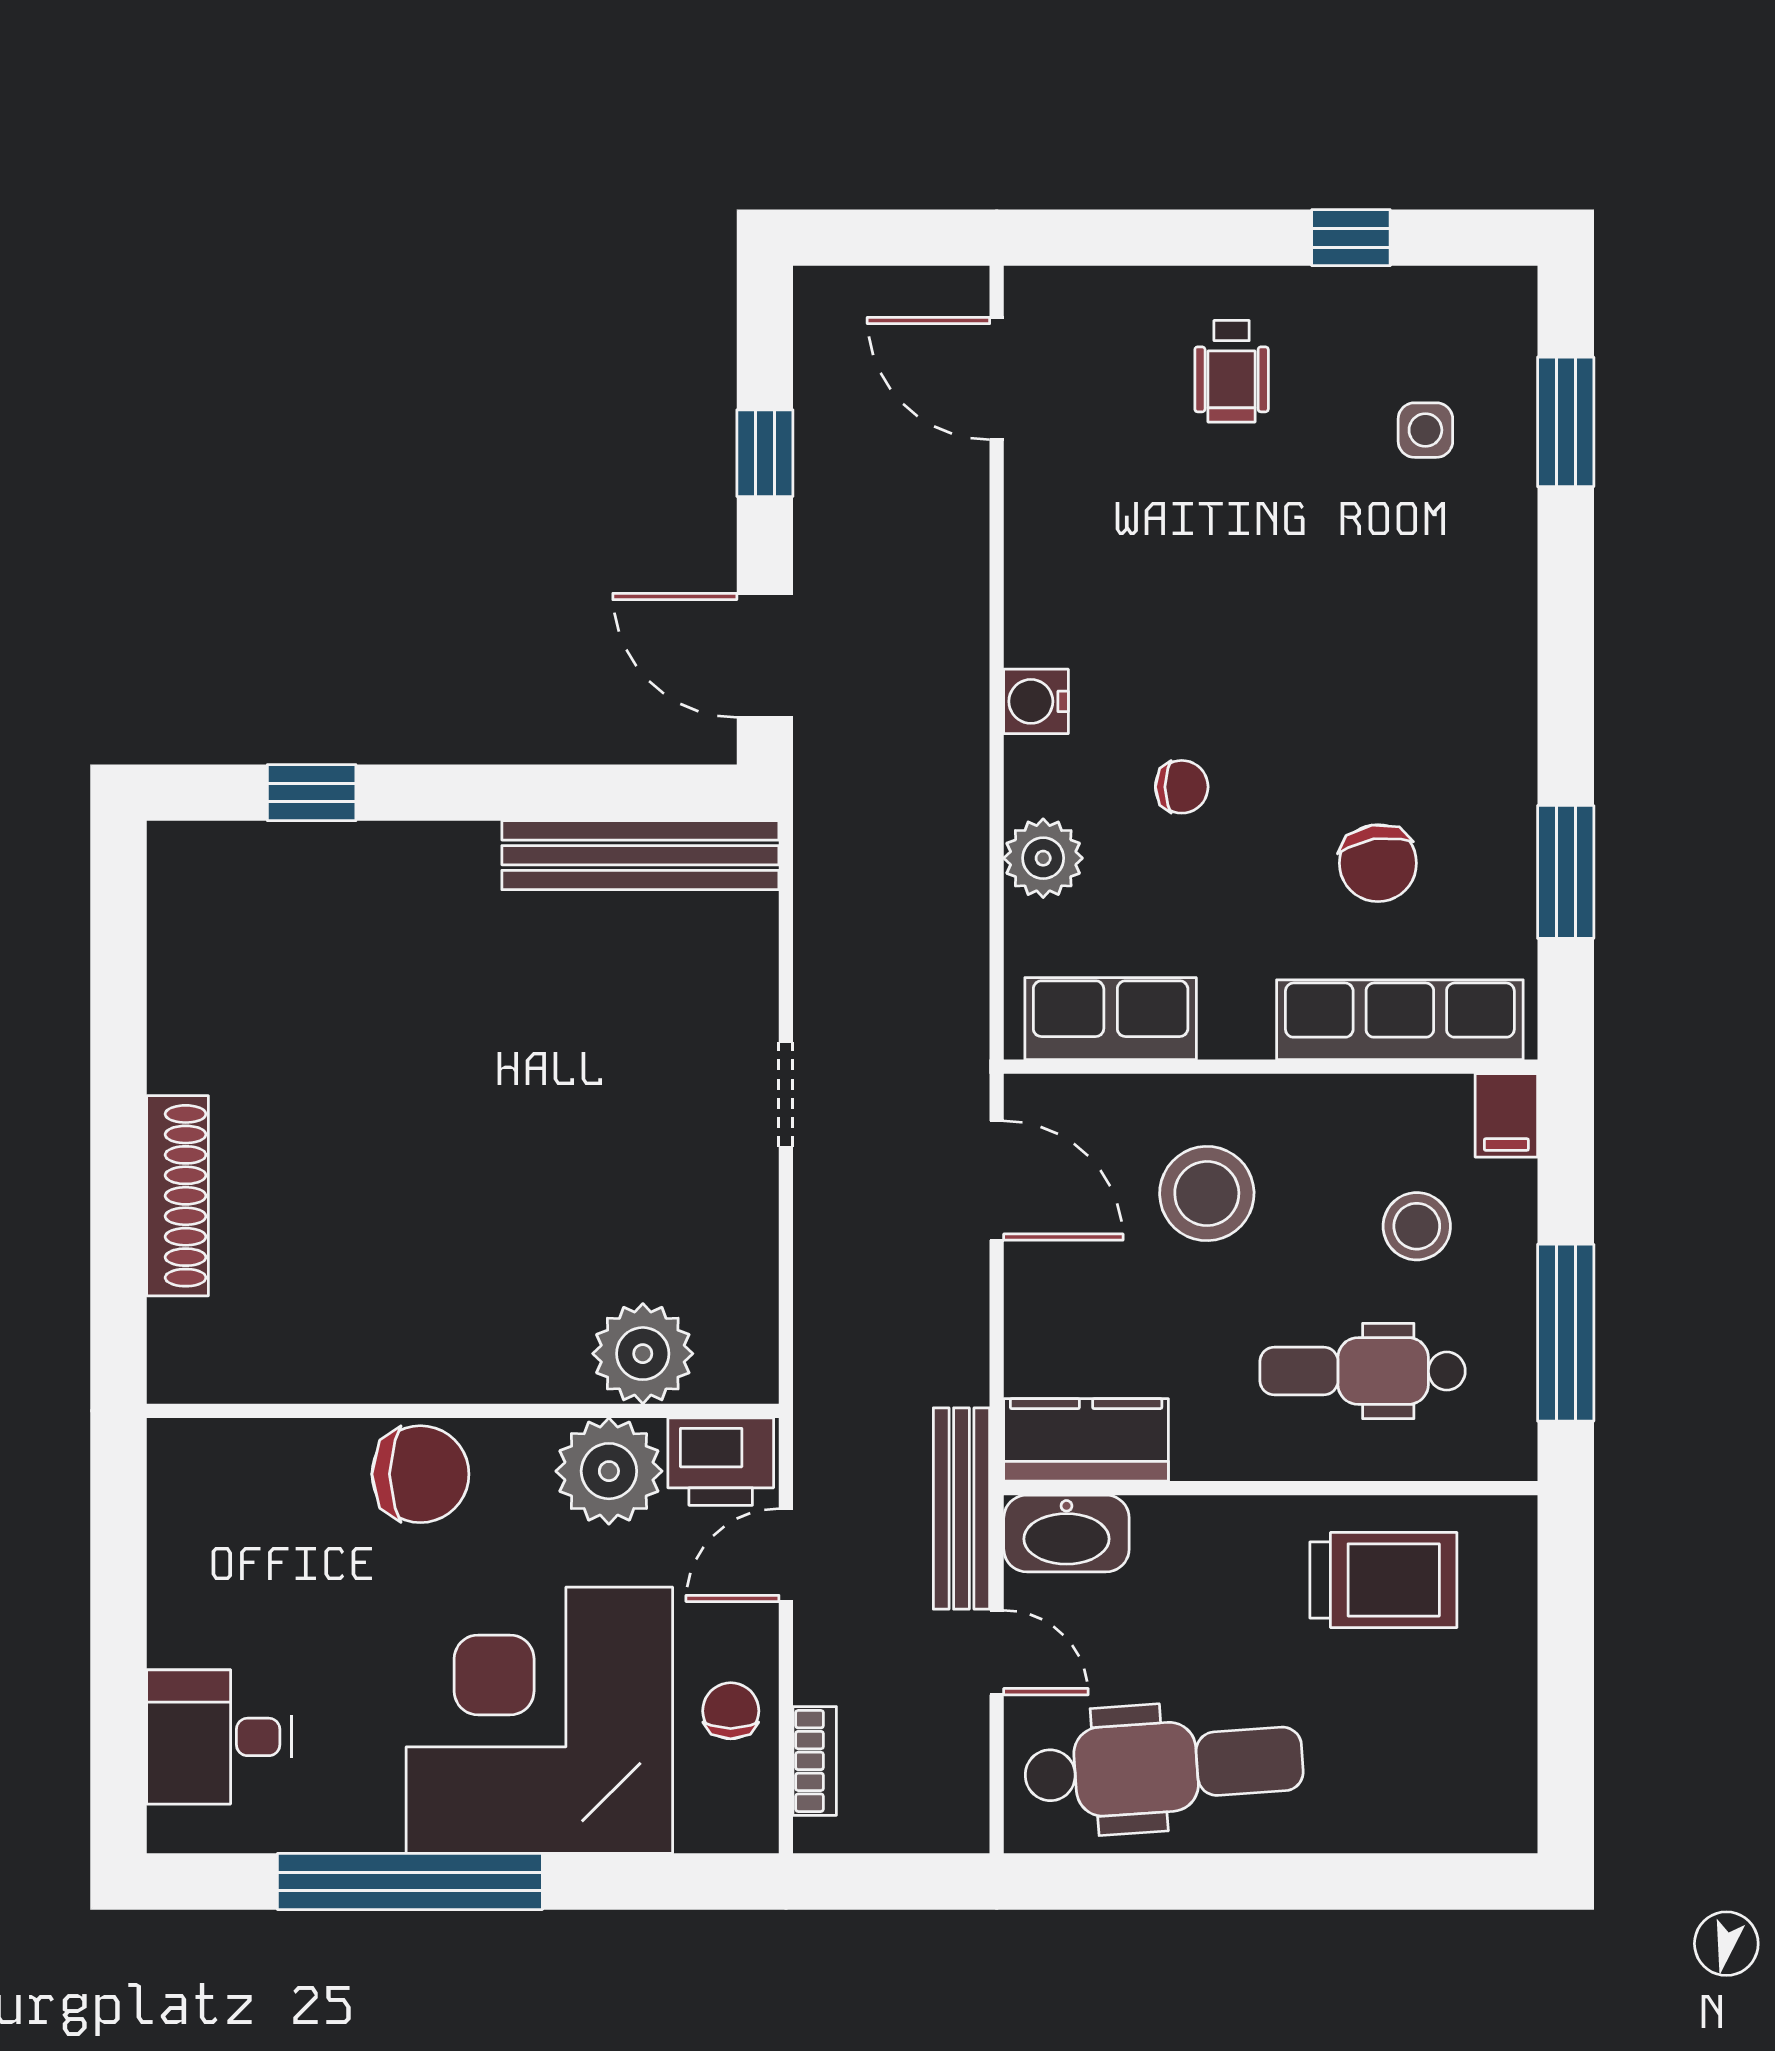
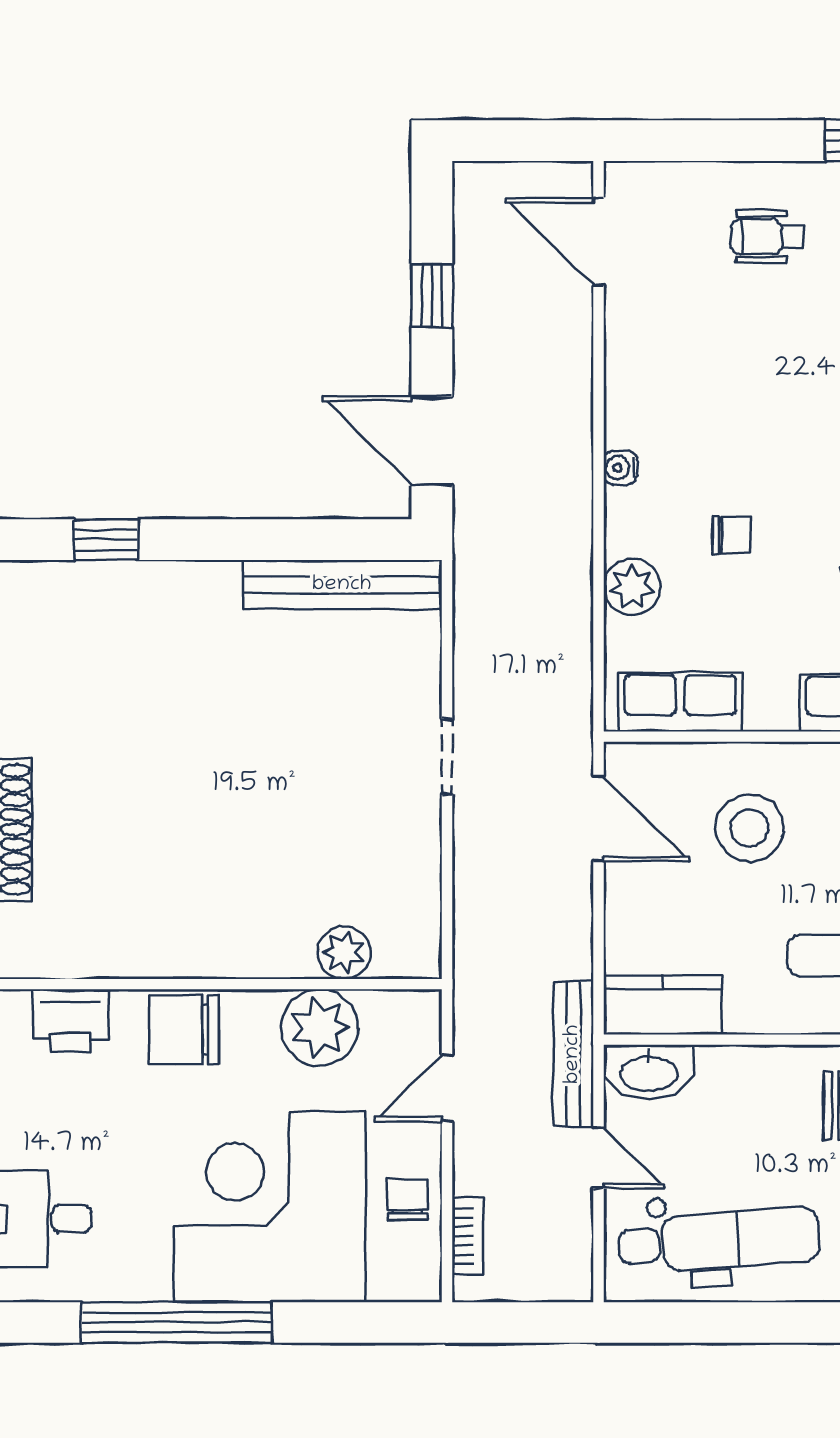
wheelchair: (1232, 371) -> (767, 237), turned 90
water cooler: (1036, 701) -> (620, 468), width x0.72, depth x0.72
plant: (643, 1354) -> (344, 953), width x0.73, depth x0.73
printer: (721, 1462) -> (71, 1021), moved
chair: (420, 1474) -> (184, 1030), turned 180

